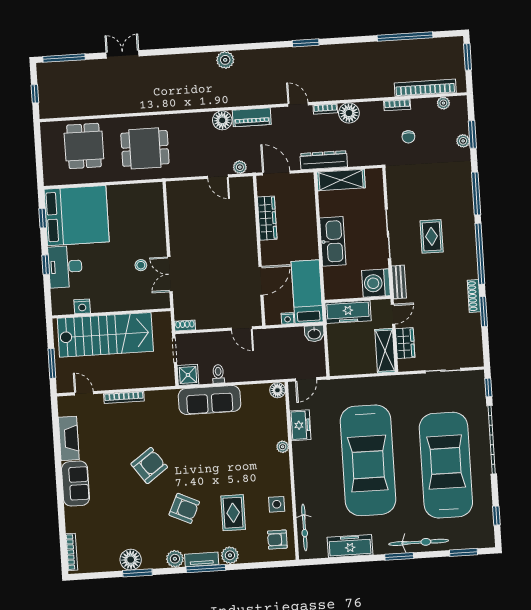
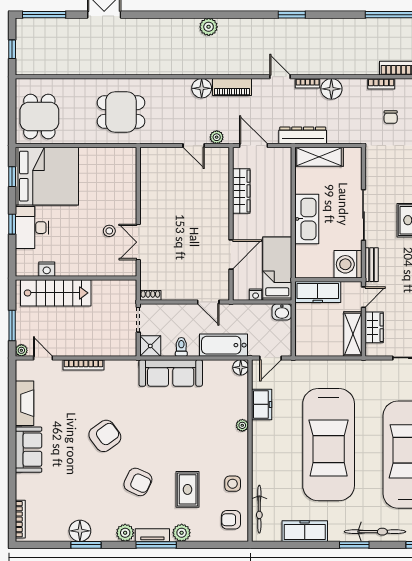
dining table: (84, 146) -> (39, 116), moved
stairs: (105, 335) -> (56, 293), width x0.73, depth x0.66
bathtub: (259, 370) -> (224, 345), added
plant: (62, 387) -> (21, 350), added

